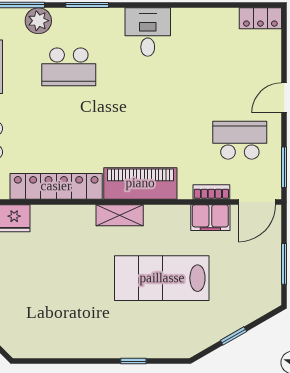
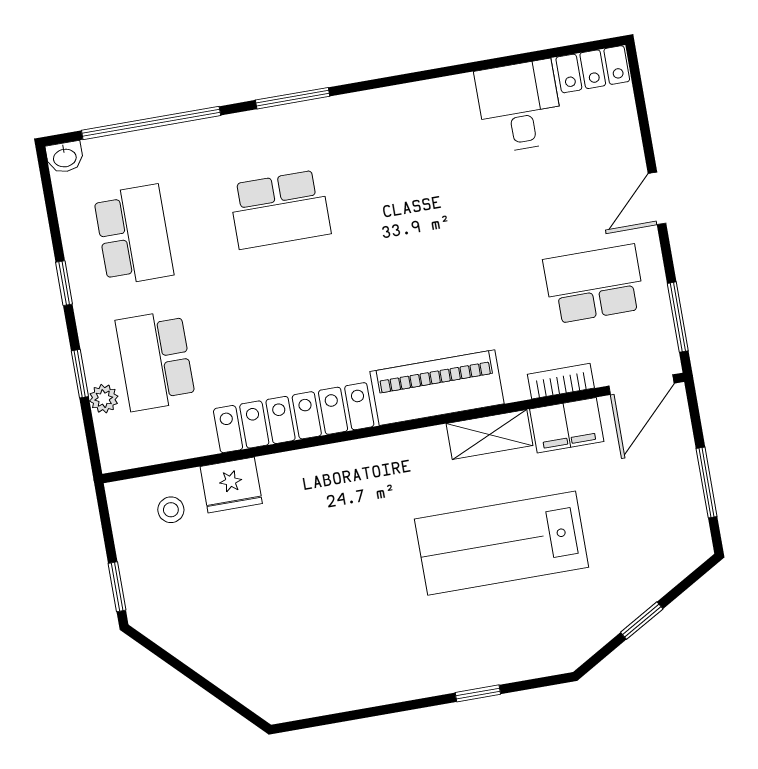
plant: (38, 21) -> (214, 140), removed
desk: (148, 32) -> (519, 106), moved
shelving: (120, 215) -> (489, 435), moved

